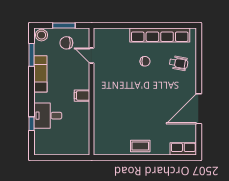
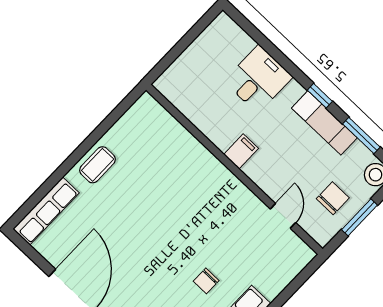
door: (92, 56) -> (283, 216), hinge flipped
window: (32, 124) -> (320, 96), moved
row of seats: (183, 149) -> (46, 211), width x1.48

